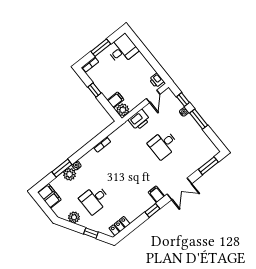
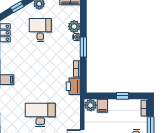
printer: (139, 120) -> (73, 86), moved
desk: (163, 144) -> (40, 115), width x1.37
window: (62, 168) -> (83, 47), moved

